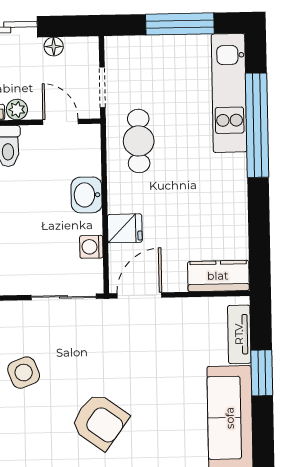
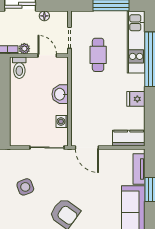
cafe table: (139, 141) -> (98, 55), moved
fridge: (125, 228) -> (136, 99), moved, turned 180
door: (139, 295) -> (87, 148), swing flipped

